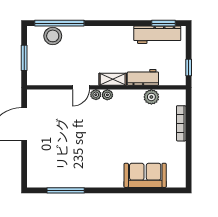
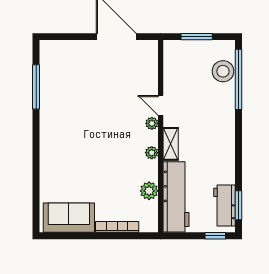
workbench: (157, 35) -> (224, 206), width x0.73
window: (189, 67) -> (215, 236), moved
workbench: (143, 77) -> (176, 197), width x1.88, depth x1.32
plant: (107, 95) -> (152, 153), moved
sofa: (145, 175) -> (69, 218), moved, turned -90

